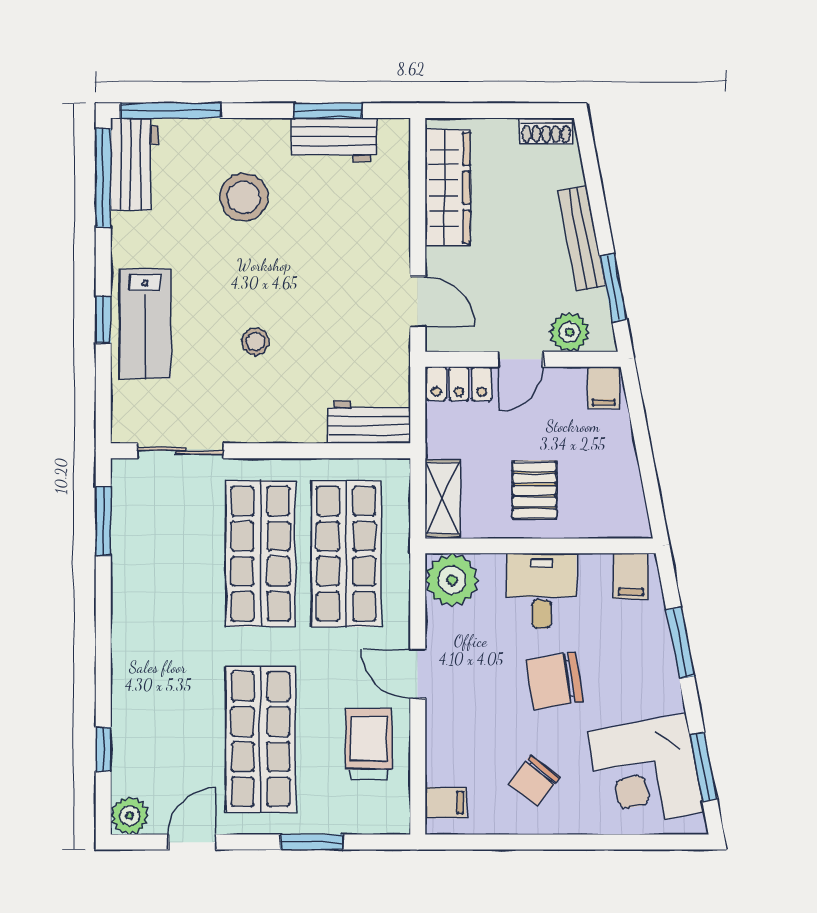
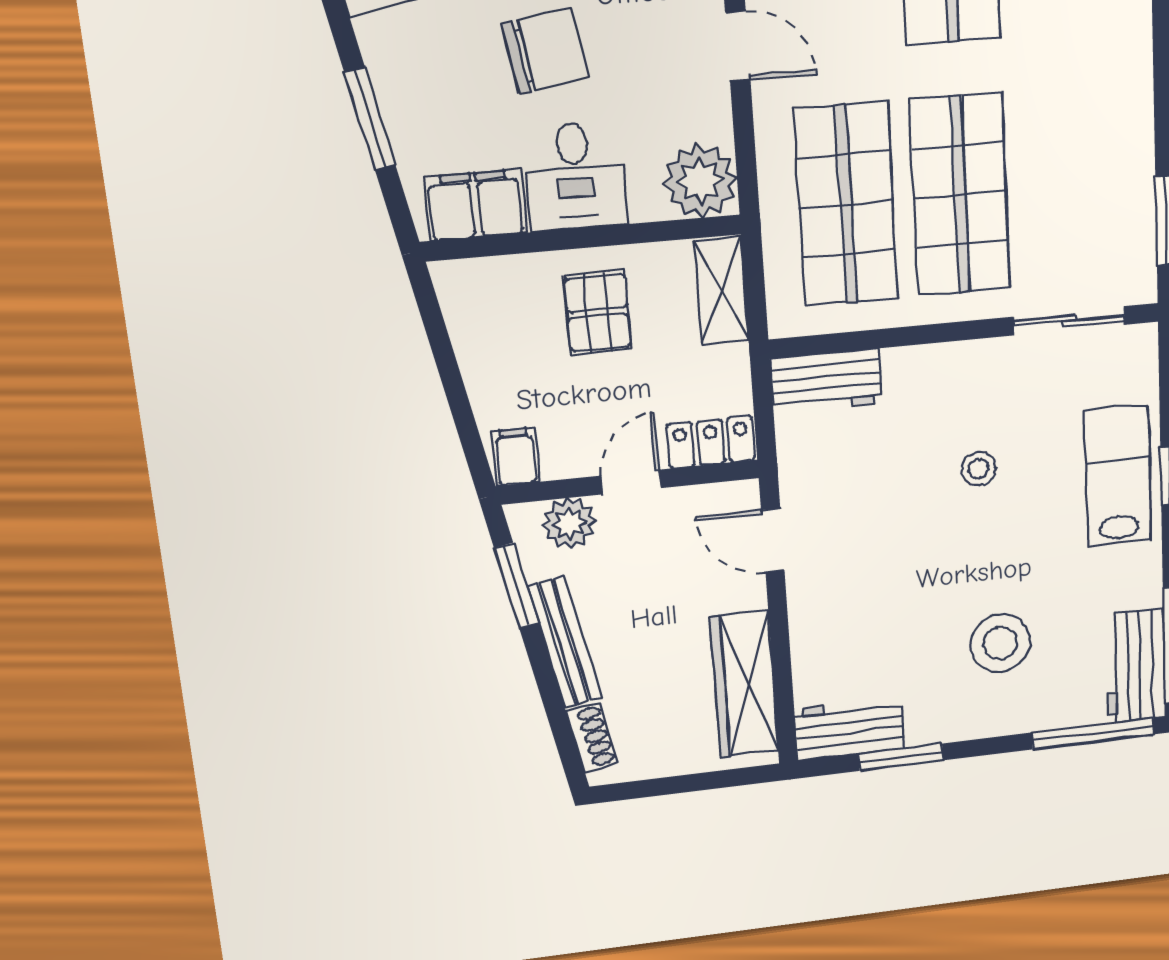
shoe rack: (546, 131) -> (592, 737), moved, turned 79
workbench: (334, 140) -> (849, 729), moved
filing cabinet: (631, 576) -> (476, 205), width x2.00

